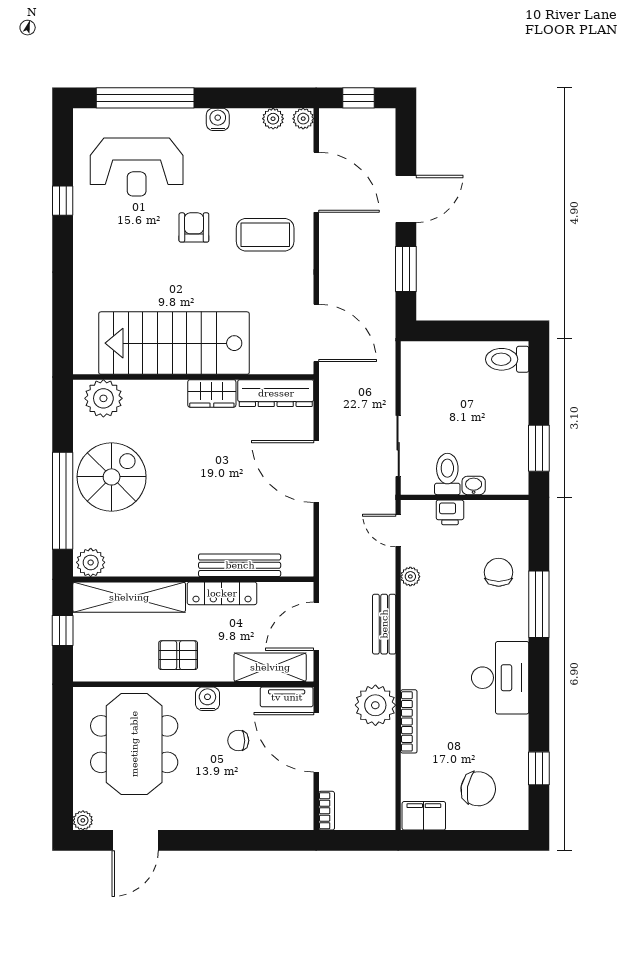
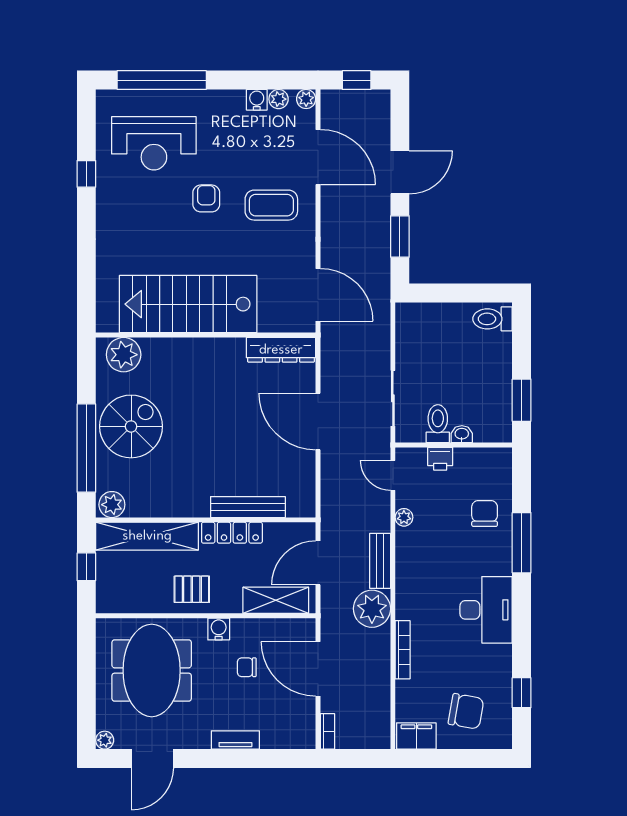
water cooler: (218, 119) -> (257, 100), moved
wardrobe: (212, 393) -> (223, 350), removed
tv unit: (287, 697) -> (235, 740), moved, turned 180
plant: (375, 705) -> (372, 609), moved

